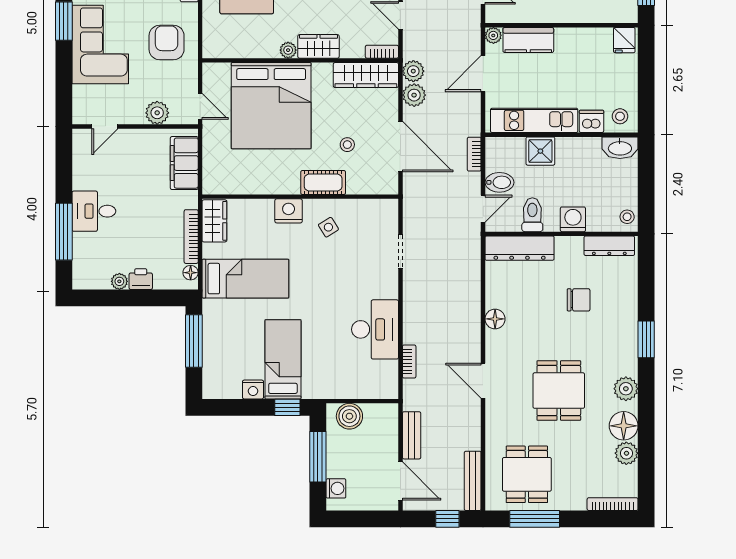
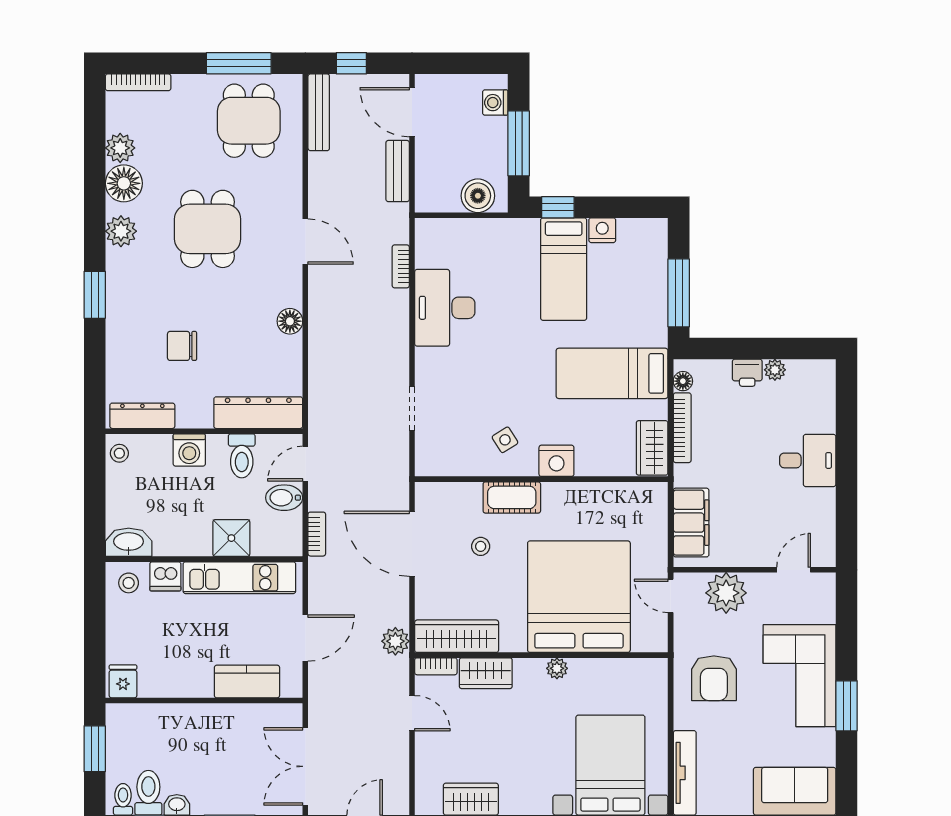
plant: (493, 35) -> (292, 687), removed
wardrobe: (318, 46) -> (486, 673), moved
plant: (414, 95) -> (394, 610), removed
plant: (157, 113) -> (726, 593), width x1.36, depth x1.36
window: (64, 232) -> (847, 434), removed

